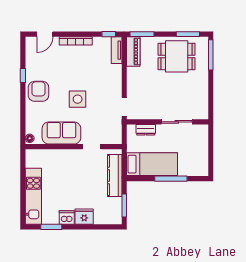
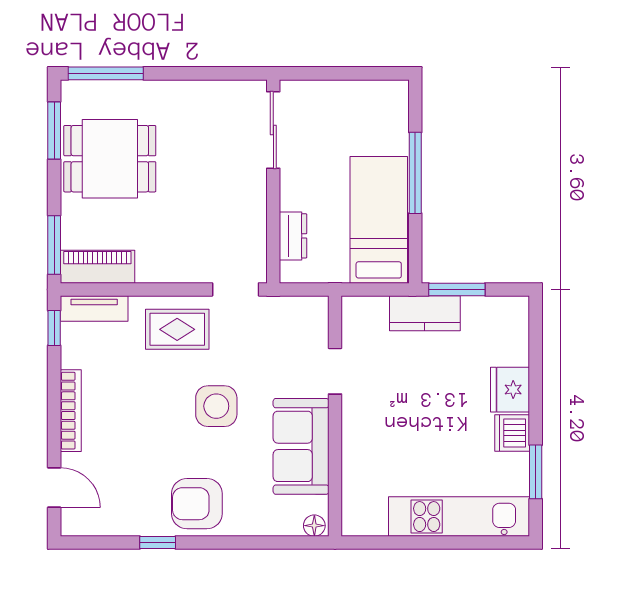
dining table: (177, 56) -> (110, 159), turned 90
rug: (108, 83) -> (177, 329), added
sliding door: (177, 122) -> (273, 130), moved
kitchen counter: (115, 175) -> (425, 313), width x0.67
window: (124, 206) -> (457, 289), moved

